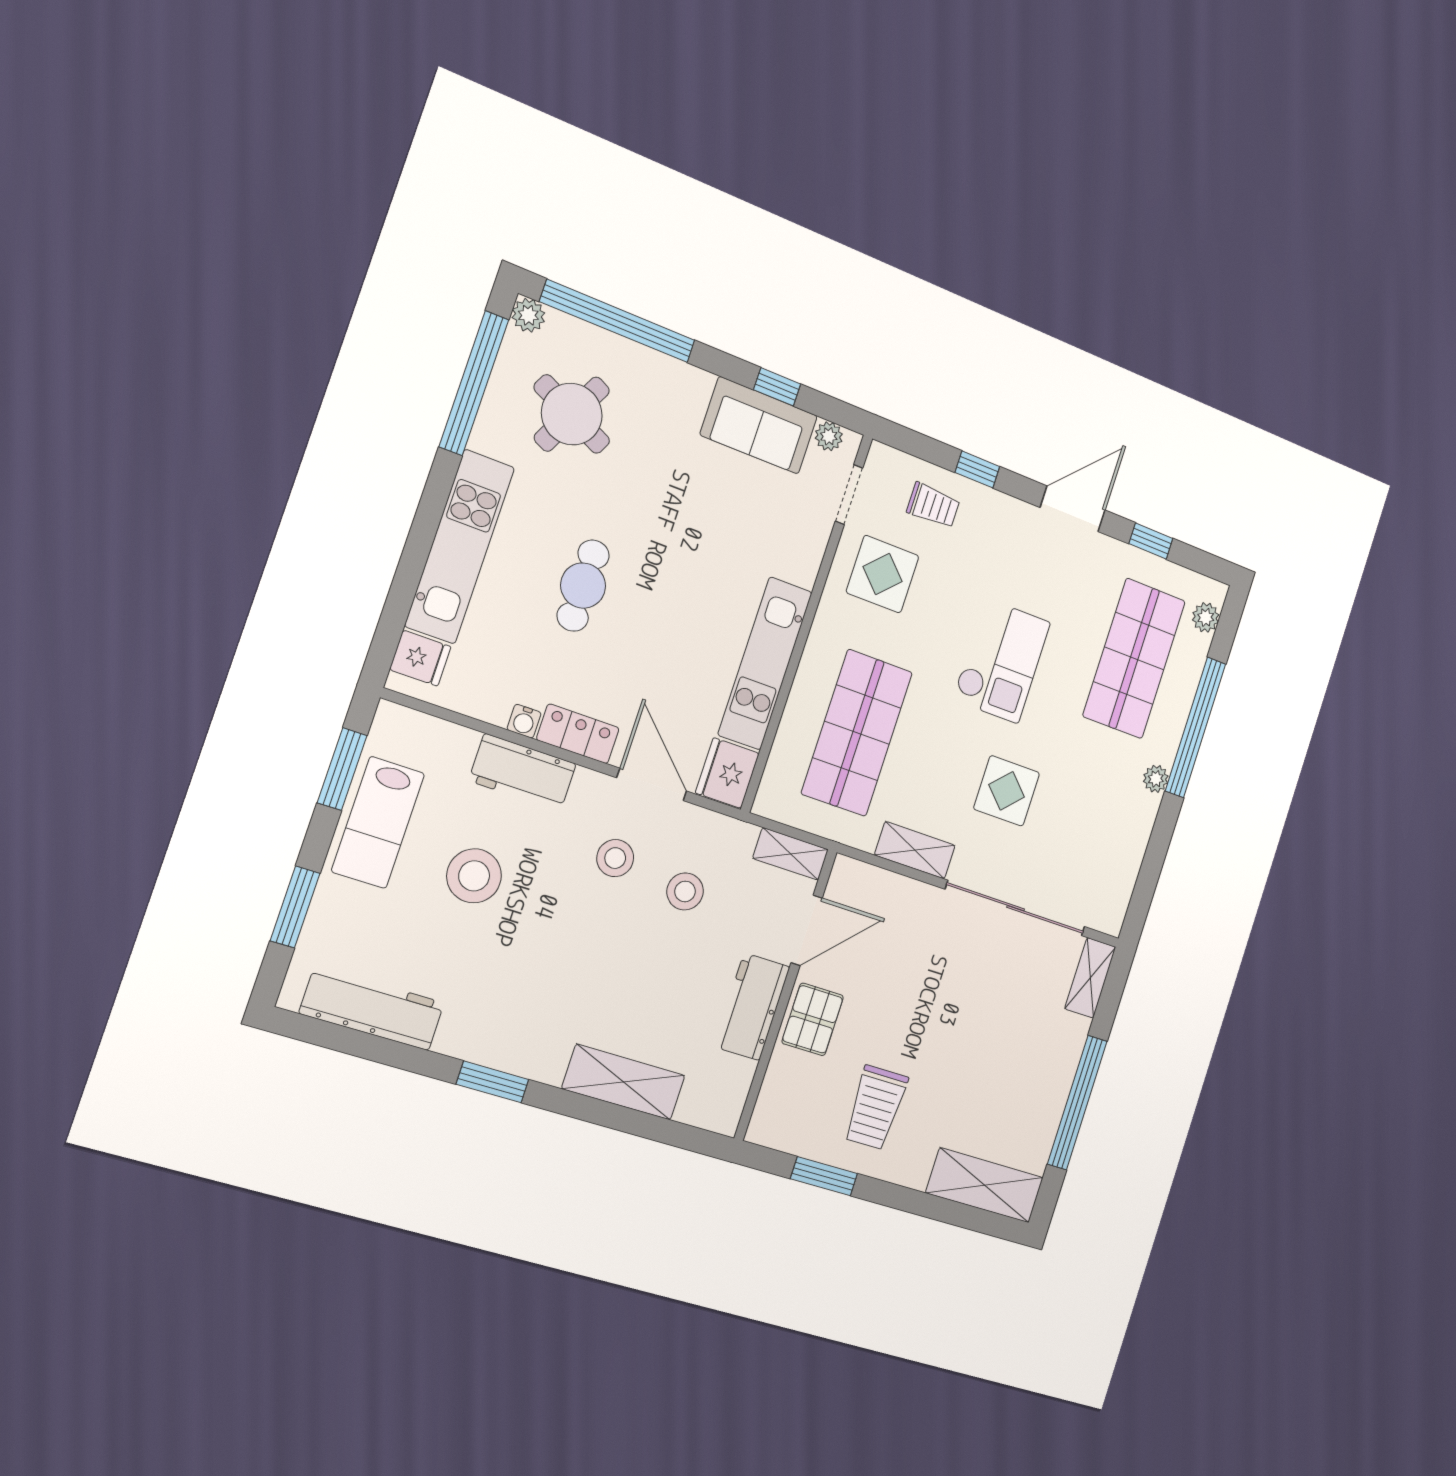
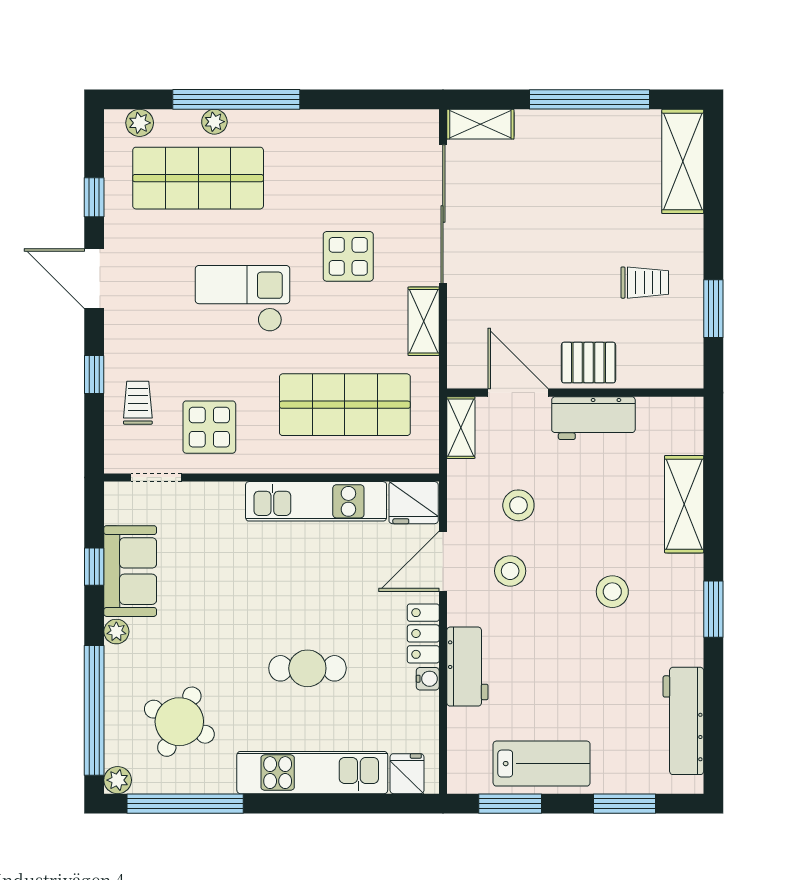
plant: (829, 436) -> (116, 632), moved
plant: (1156, 779) -> (214, 122), moved
stool: (474, 876) -> (612, 592), moved, width x0.73, depth x0.73
trolley: (876, 1107) -> (645, 283), width x0.73, depth x0.72

